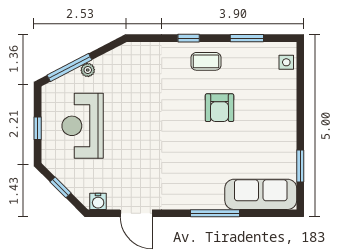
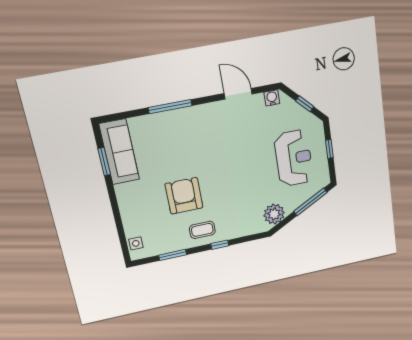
plant: (88, 70) -> (274, 214), moved, width x1.87, depth x1.87
armchair: (219, 108) -> (184, 196), width x1.36, depth x1.36
sofa: (261, 194) -> (119, 152), moved, turned -90

